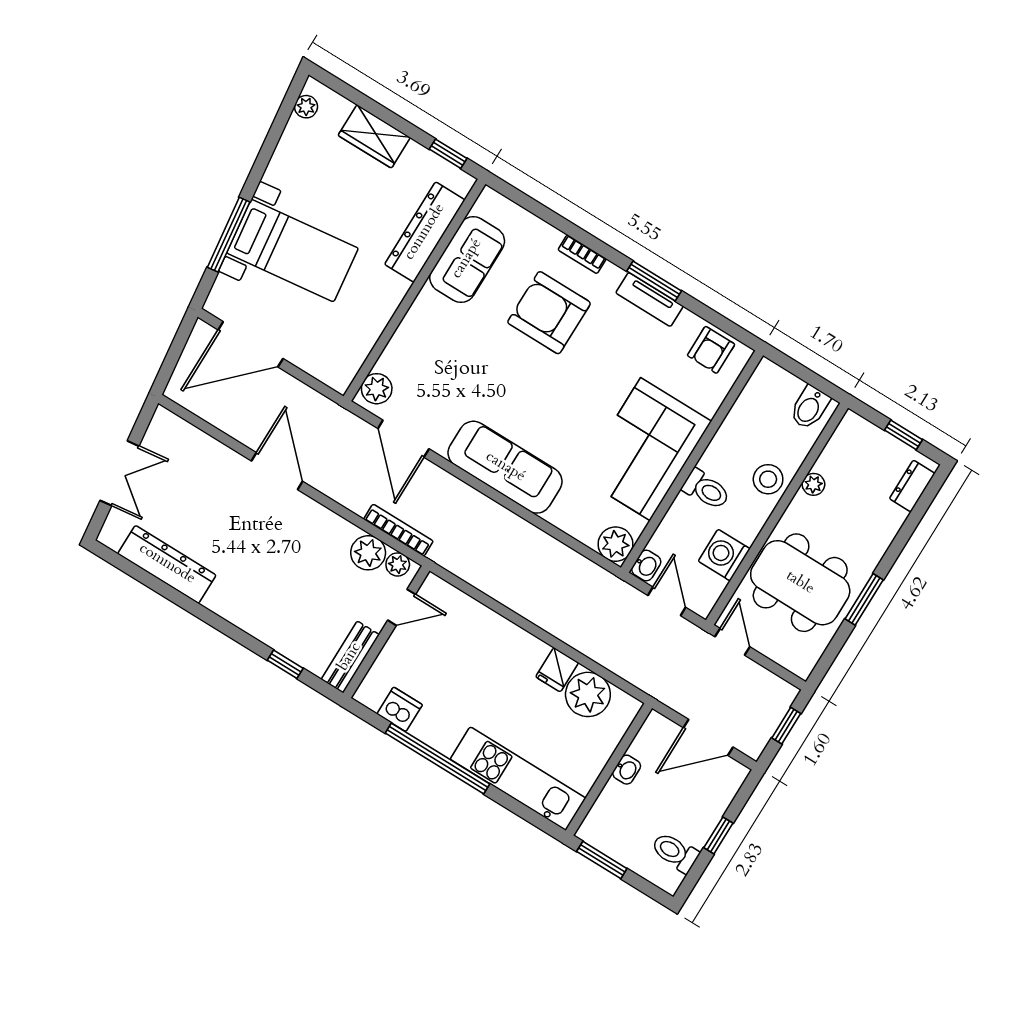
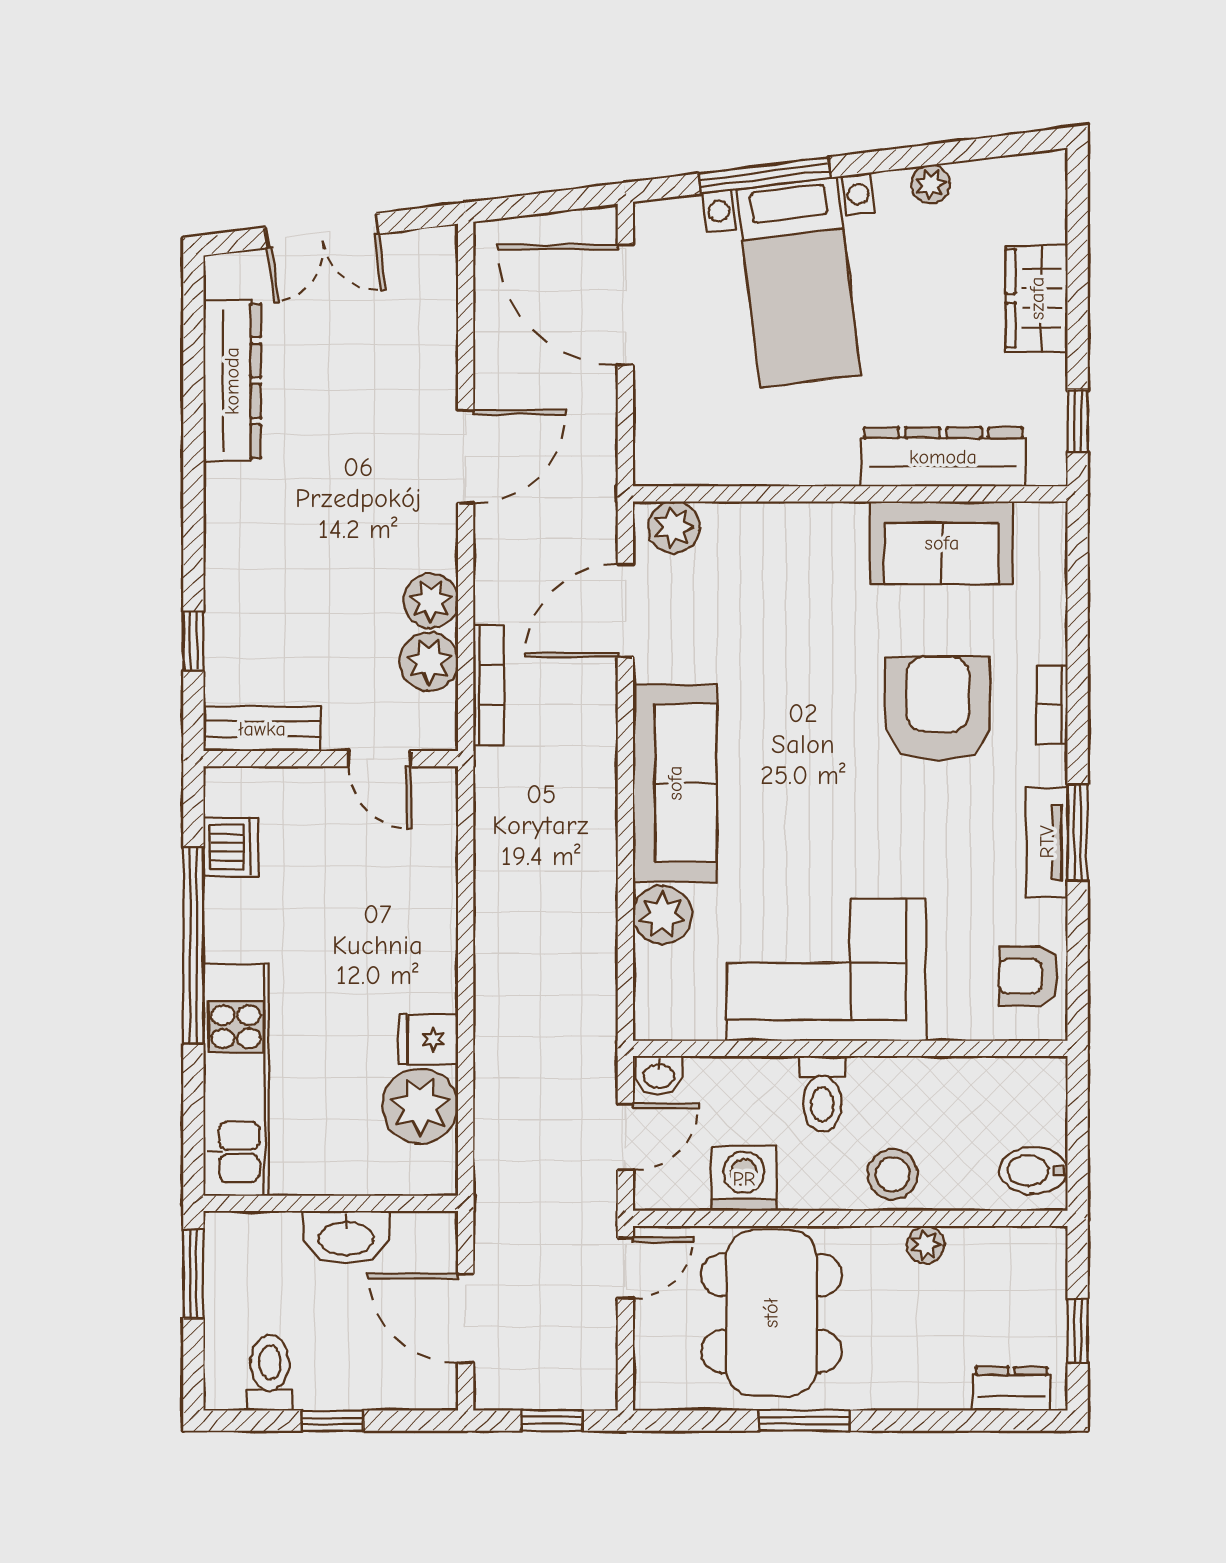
plant: (306, 107) -> (931, 184), moved
plant: (616, 544) -> (662, 915), moved
plant: (398, 564) -> (431, 601), moved, width x1.38, depth x1.38
washbasin: (627, 770) -> (346, 1237), width x1.91, depth x1.45

